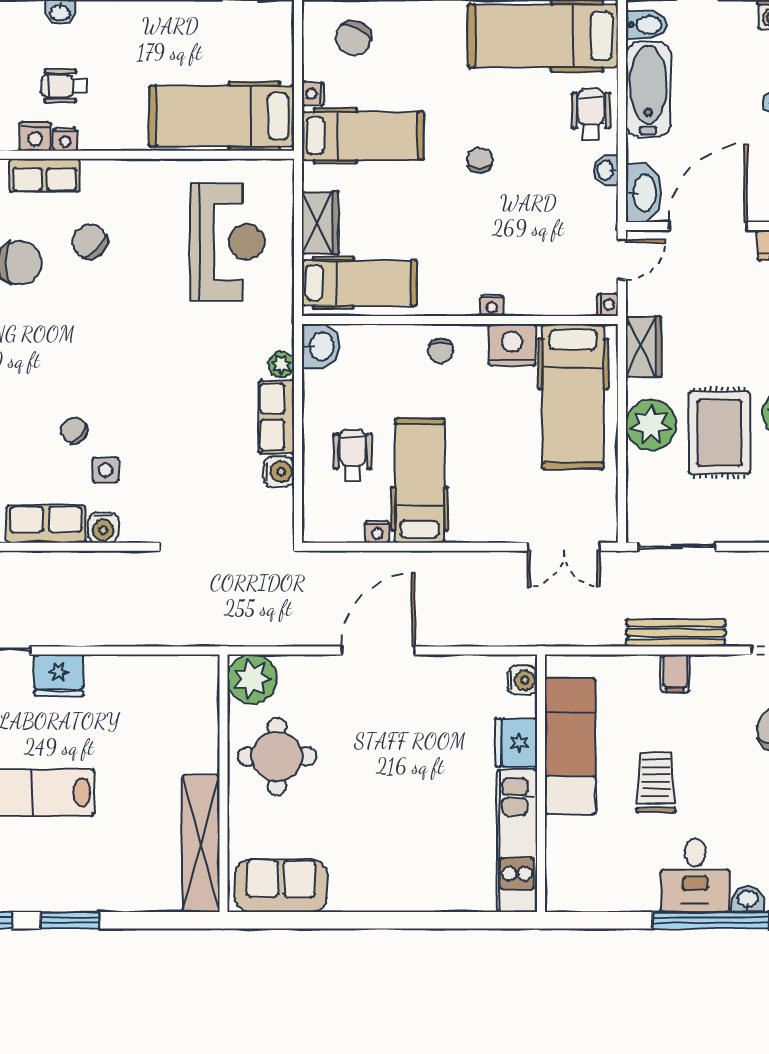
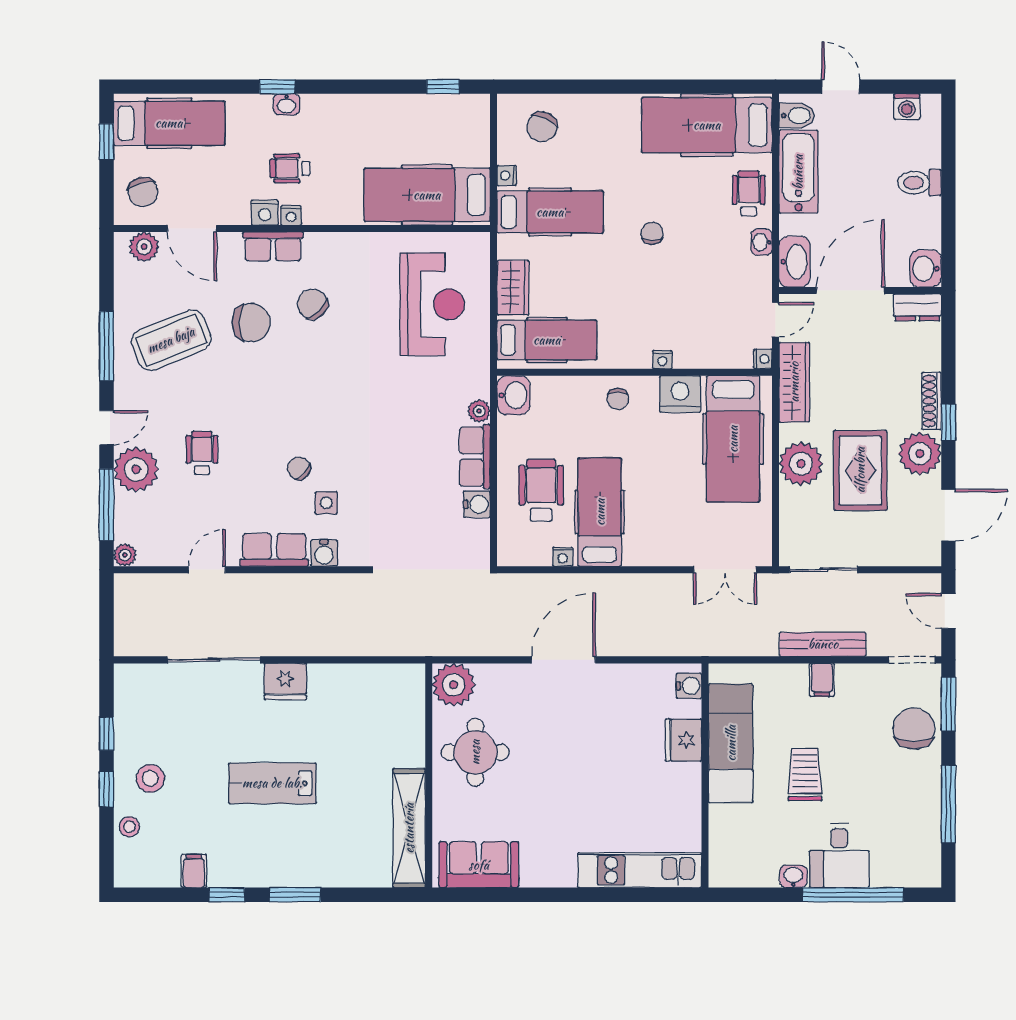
wardrobe: (643, 347) -> (794, 382), width x1.50
wheelchair: (353, 455) -> (541, 490), width x1.36, depth x1.37
kitchen unit: (517, 841) -> (640, 870), moved, turned 90
washbasin: (748, 899) -> (793, 876), moved

